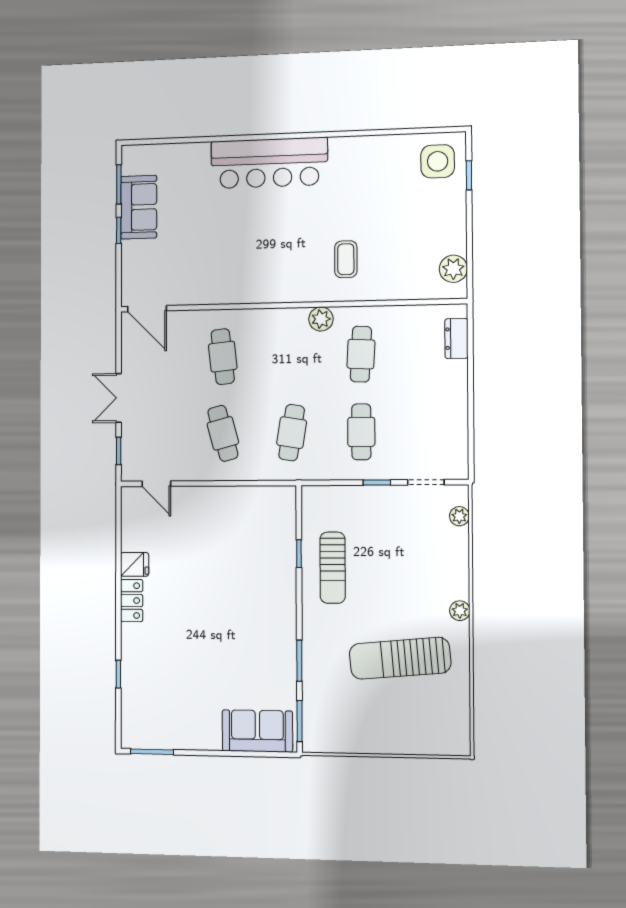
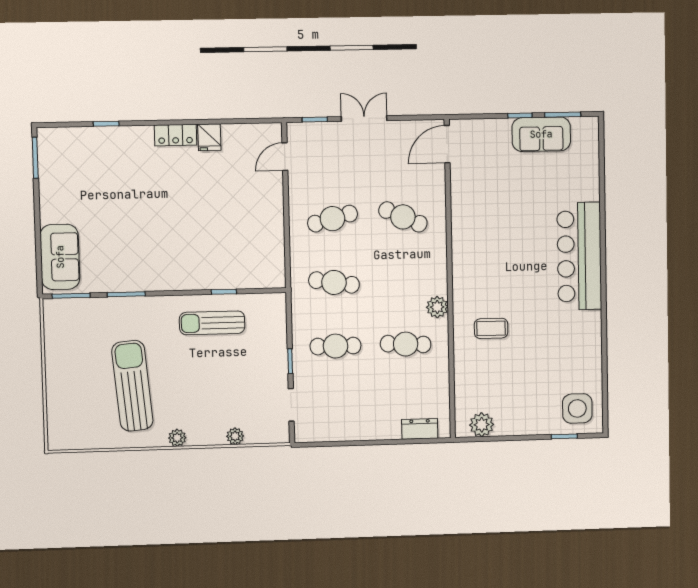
cafe table: (223, 357) -> (403, 217), turned 30
plant: (459, 516) -> (235, 436), moved

